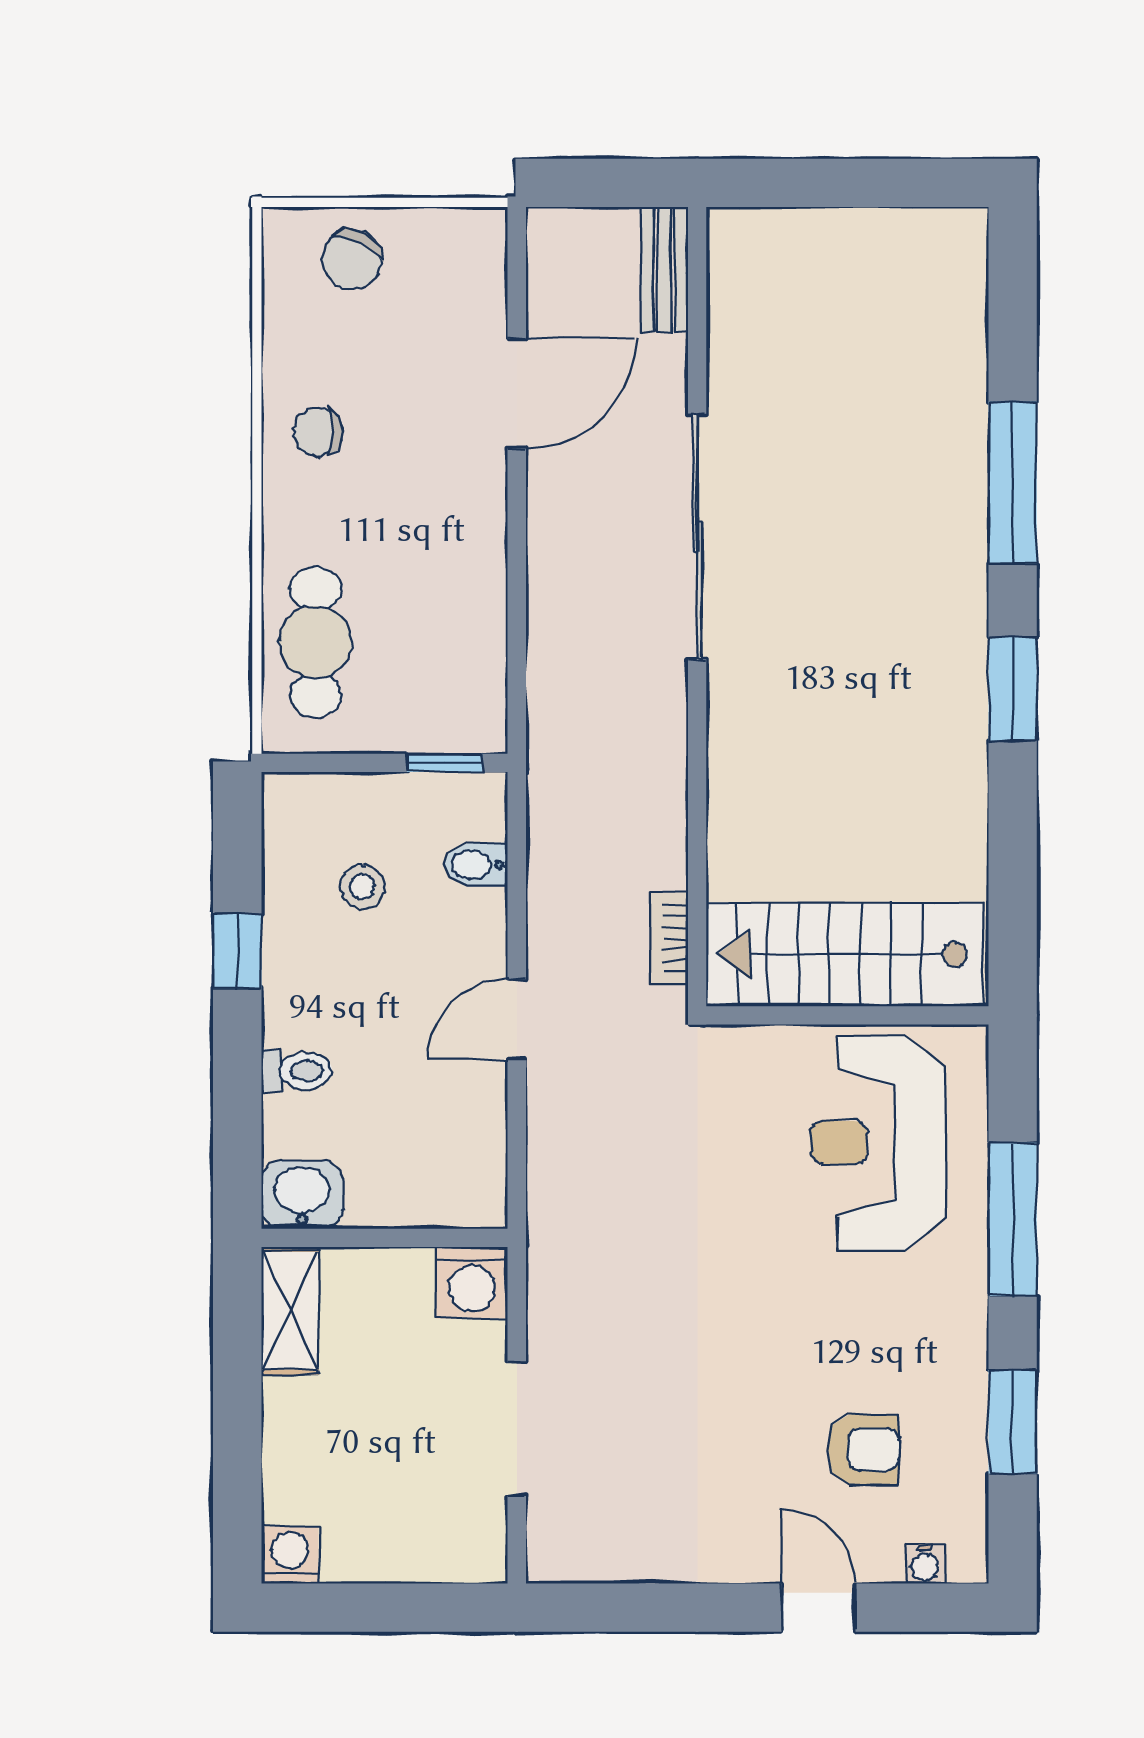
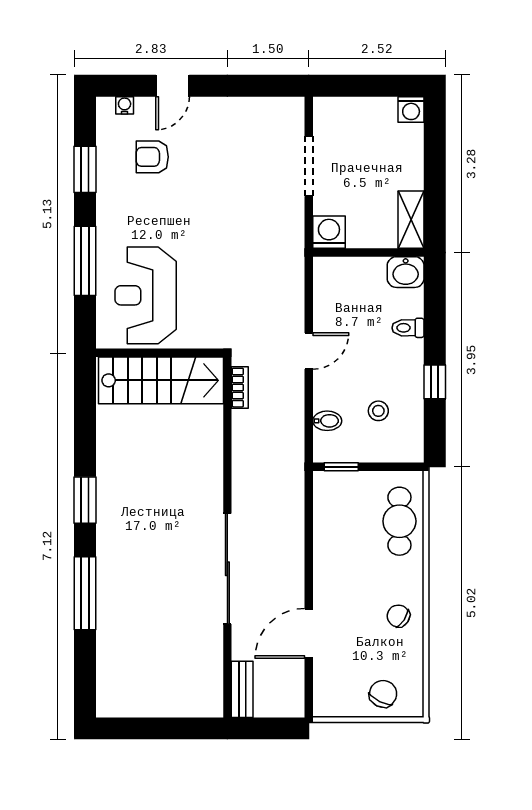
chair: (318, 432) -> (398, 616), turned -147
reception desk: (878, 1143) -> (146, 295), turned 180
door: (819, 1608) -> (173, 86), hinge flipped

